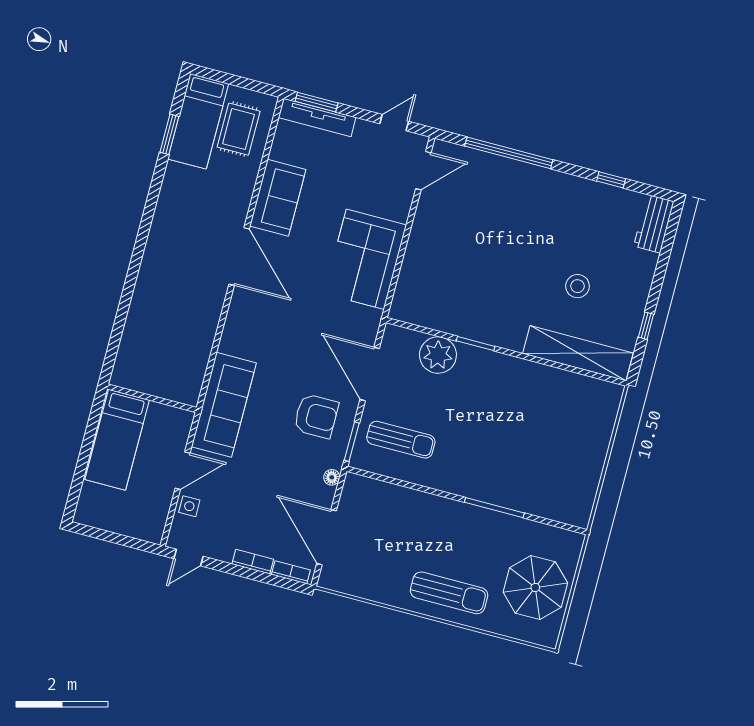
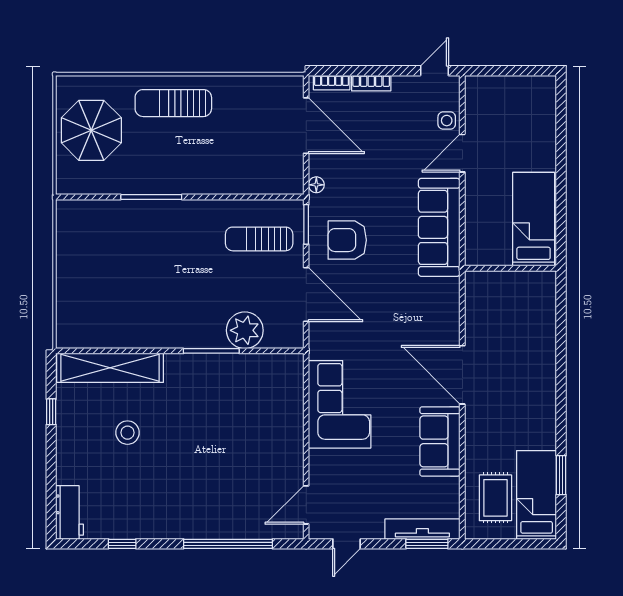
window: (476, 344) -> (211, 351), width x1.44
wall: (152, 398) -> (511, 268), moved
bed: (117, 440) -> (534, 219), moved

